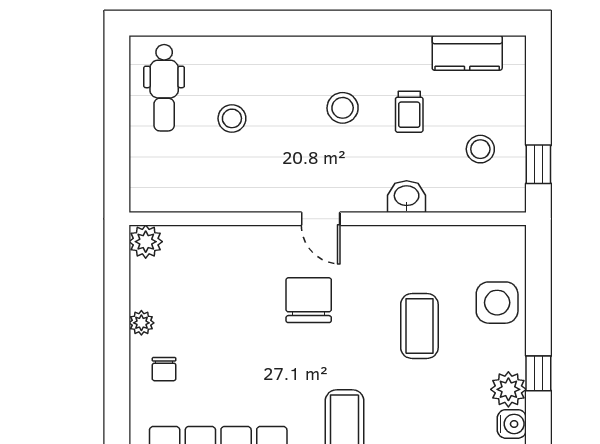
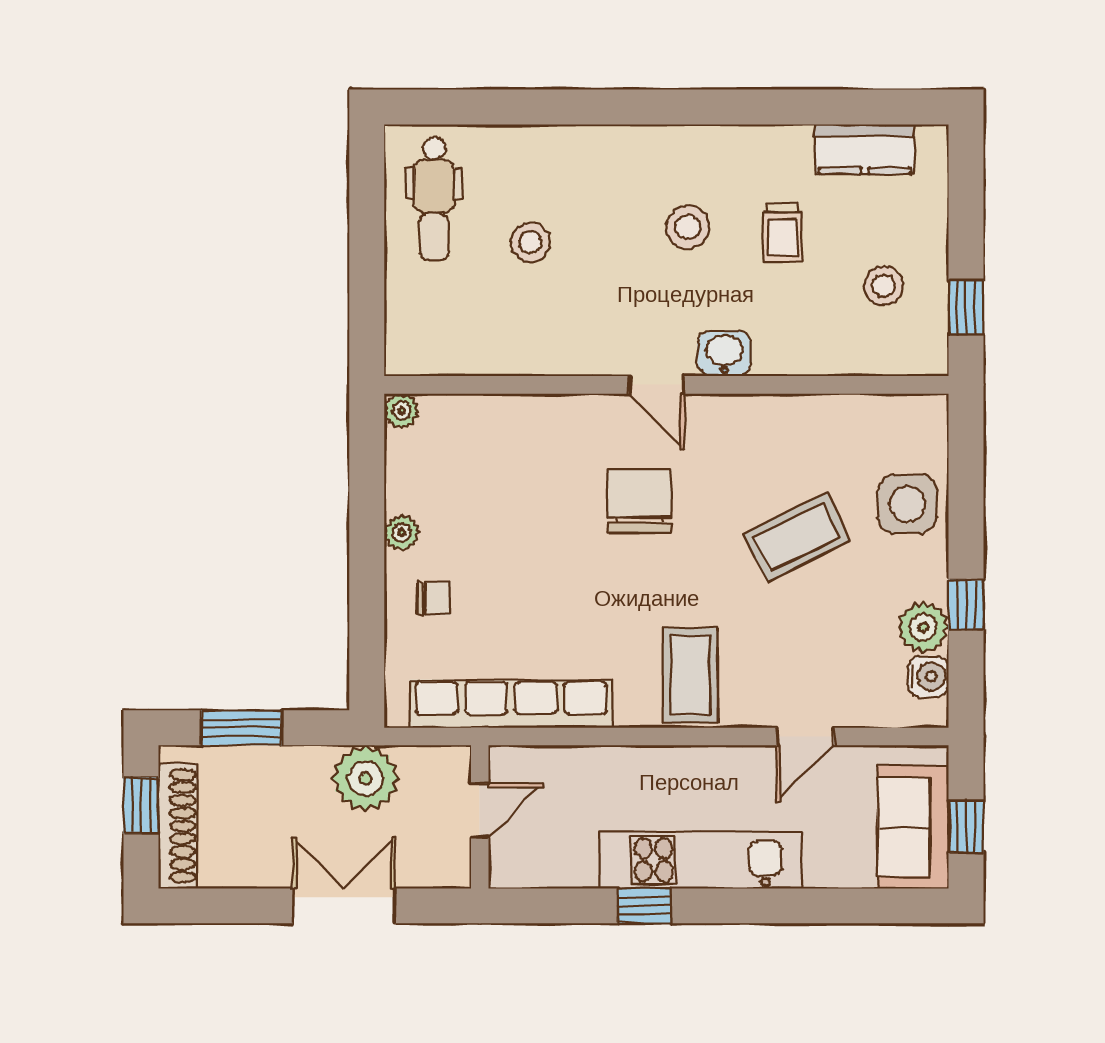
washbasin: (407, 197) -> (724, 353), moved
plant: (146, 242) -> (401, 411), width x0.73, depth x0.73
coffee table: (419, 326) -> (797, 537), turned 64
chair: (164, 369) -> (434, 599), turned -90

